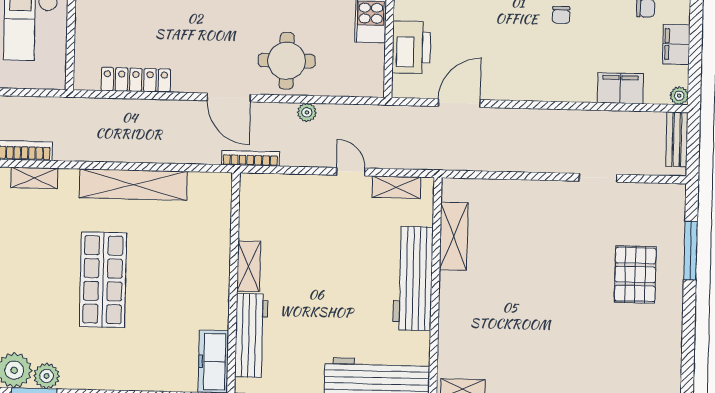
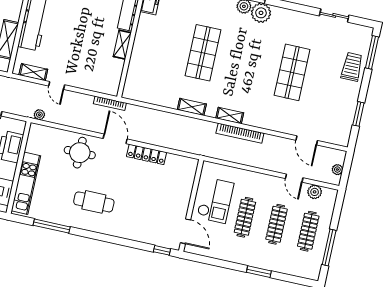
locker: (136, 80) -> (147, 154), moved
plant: (307, 112) -> (39, 115), moved
shelving: (133, 185) -> (192, 107), width x0.45, depth x0.75

